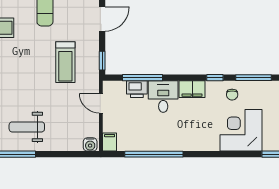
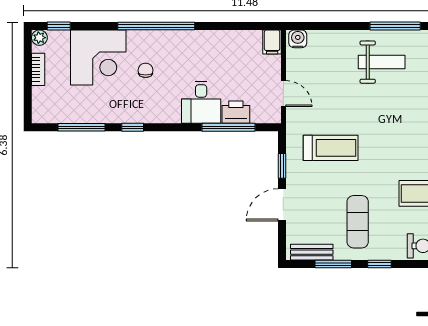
window: (102, 61) -> (282, 166), moved
treadmill: (65, 62) -> (331, 148), turned 90
filing cabinet: (192, 89) -> (163, 112), removed
chair: (232, 95) -> (146, 70), moved
window: (154, 154) -> (156, 26), moved

